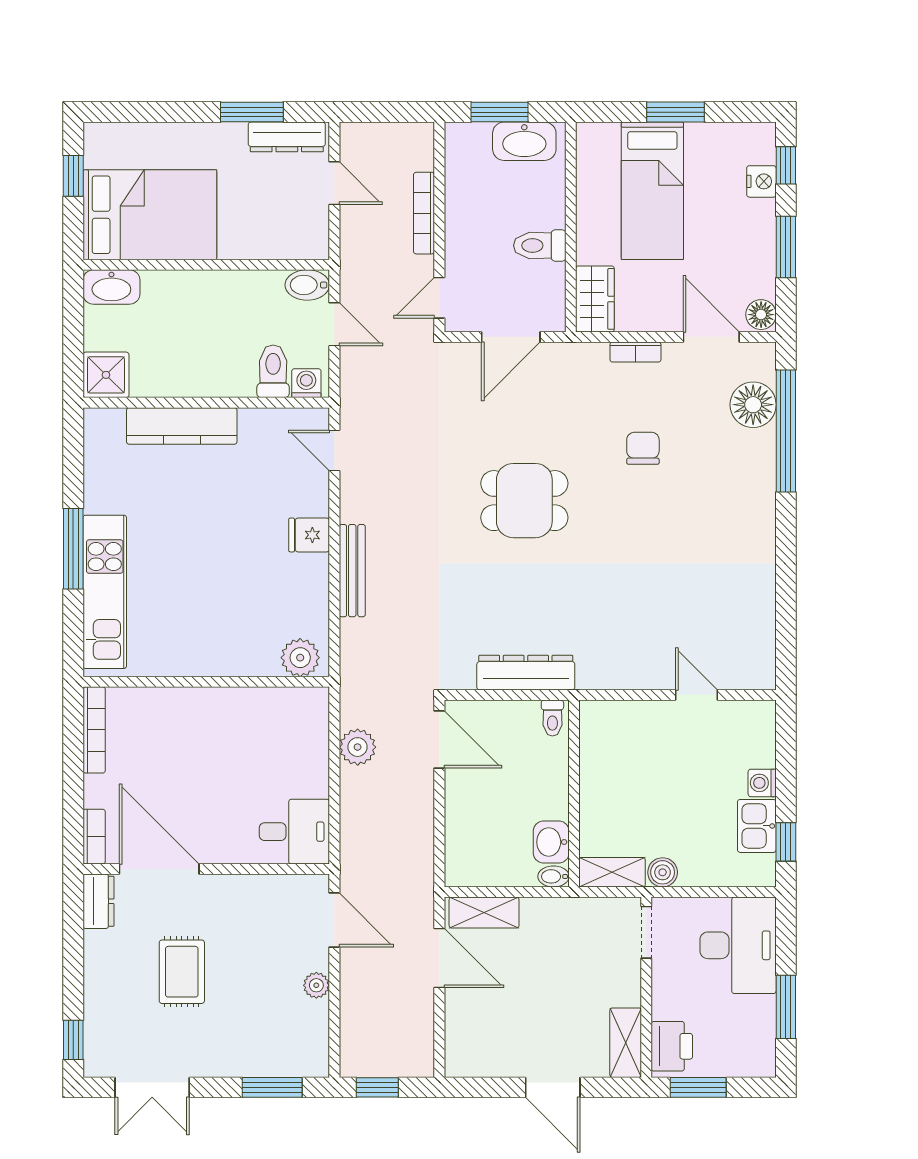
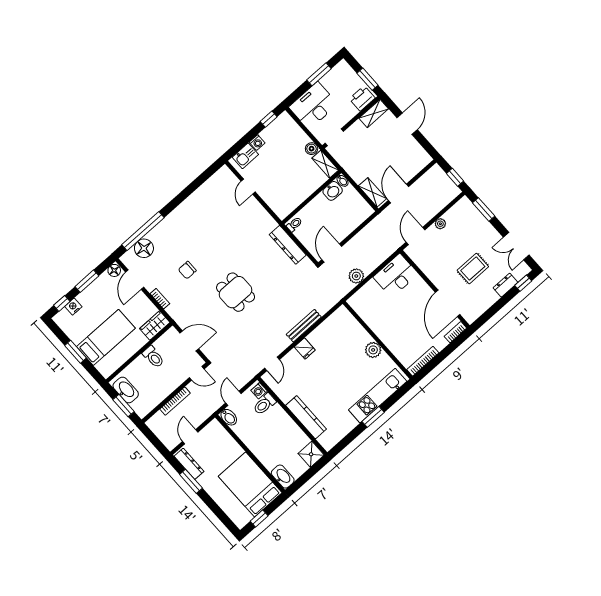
window: (73, 549) -> (373, 417), width x0.69
plant: (300, 658) -> (373, 350), moved
kitchen sink: (757, 826) -> (245, 156), moved
desk: (294, 832) -> (396, 276), width x1.37
dresser: (98, 901) -> (506, 285), moved
double door: (152, 1087) -> (516, 246), swing flipped

